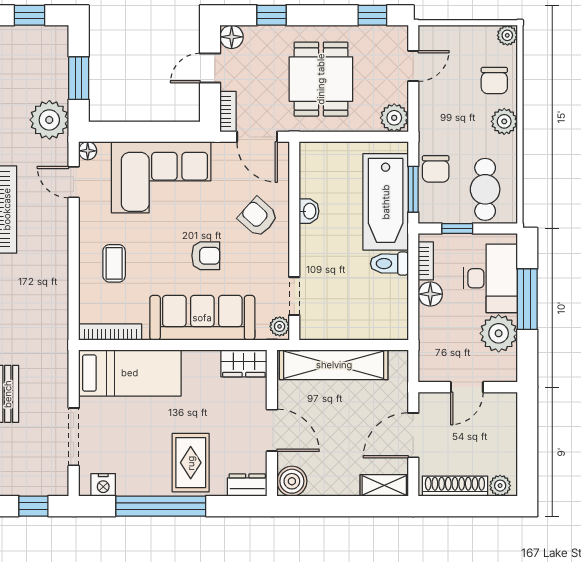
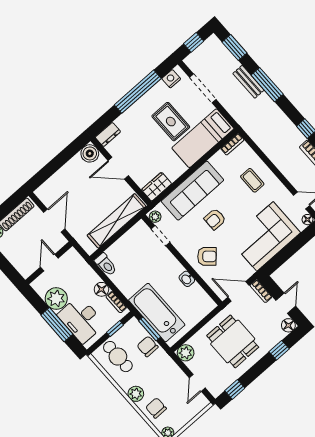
toilet: (389, 264) -> (106, 264), moved, turned 90
bookcase: (110, 332) -> (232, 144), width x0.64
rug: (191, 463) -> (171, 122), moved
shelving: (384, 485) -> (48, 187), removed

